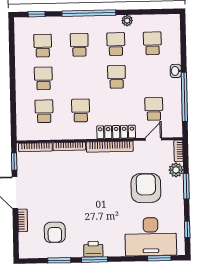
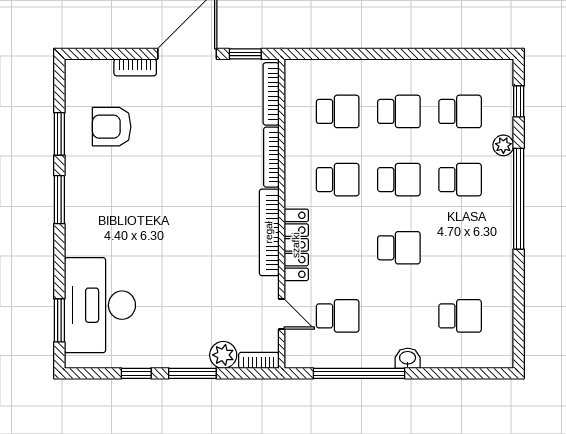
plant: (127, 21) -> (503, 145), moved
school desk: (116, 44) -> (399, 180), moved
armchair: (146, 188) -> (191, 298), removed
window: (187, 229) -> (136, 373), moved
printer: (93, 249) -> (79, 198), removed

